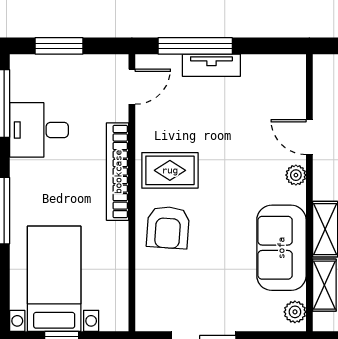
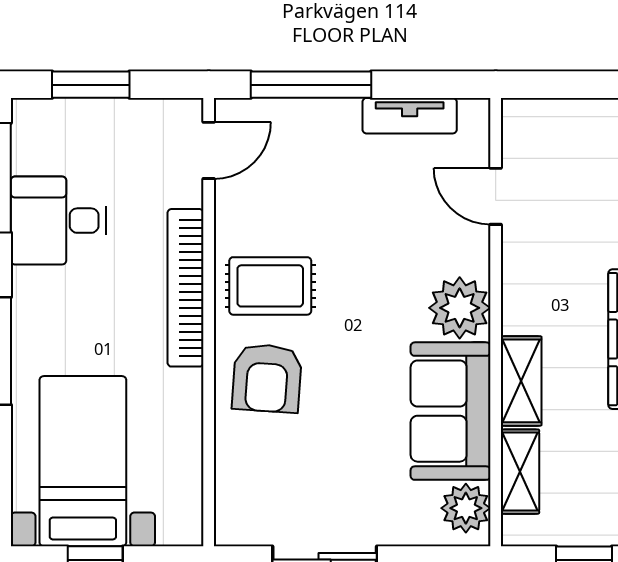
tv unit: (211, 65) -> (410, 116), moved
door: (309, 137) -> (496, 196), moved
plant: (296, 175) -> (460, 308), width x1.88, depth x1.88
plant: (295, 312) -> (466, 508), width x1.38, depth x1.38

